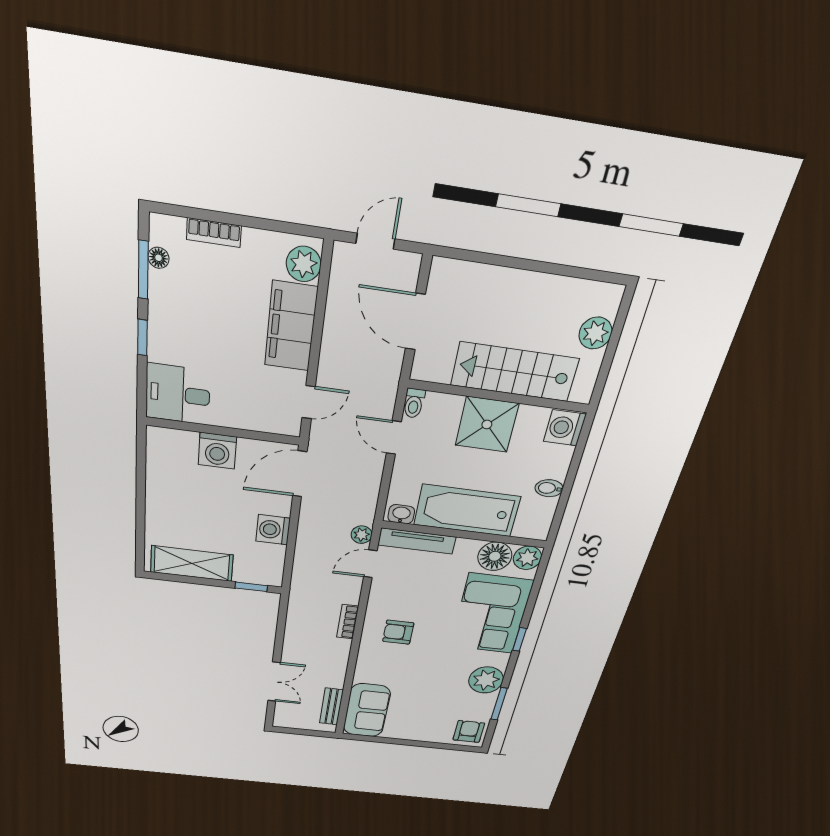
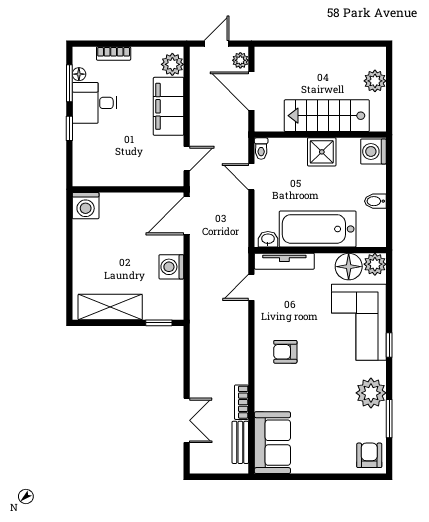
desk: (178, 394) -> (94, 103), moved
shower: (487, 424) -> (322, 152), width x0.73, depth x0.73
washing machine: (217, 451) -> (86, 206), moved
plant: (362, 535) -> (240, 60), moved
bookcase: (348, 622) -> (241, 402), moved

